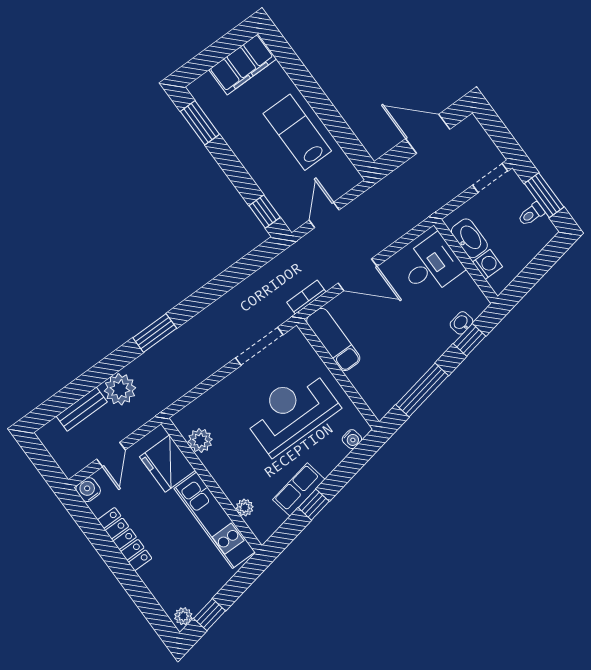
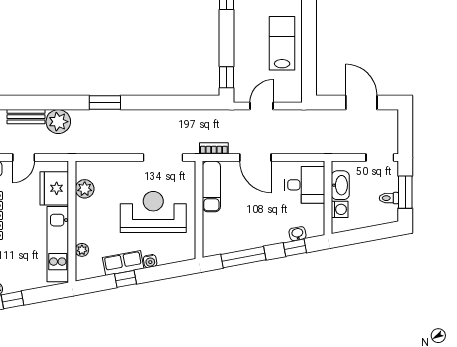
water cooler: (352, 439) -> (150, 261), moved

